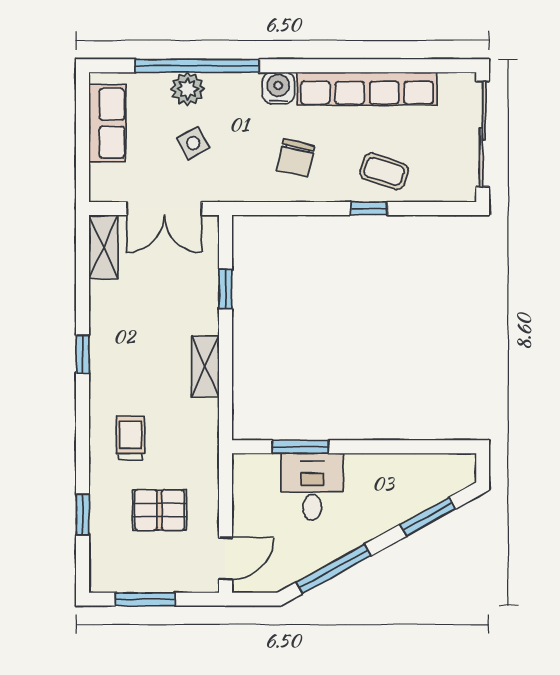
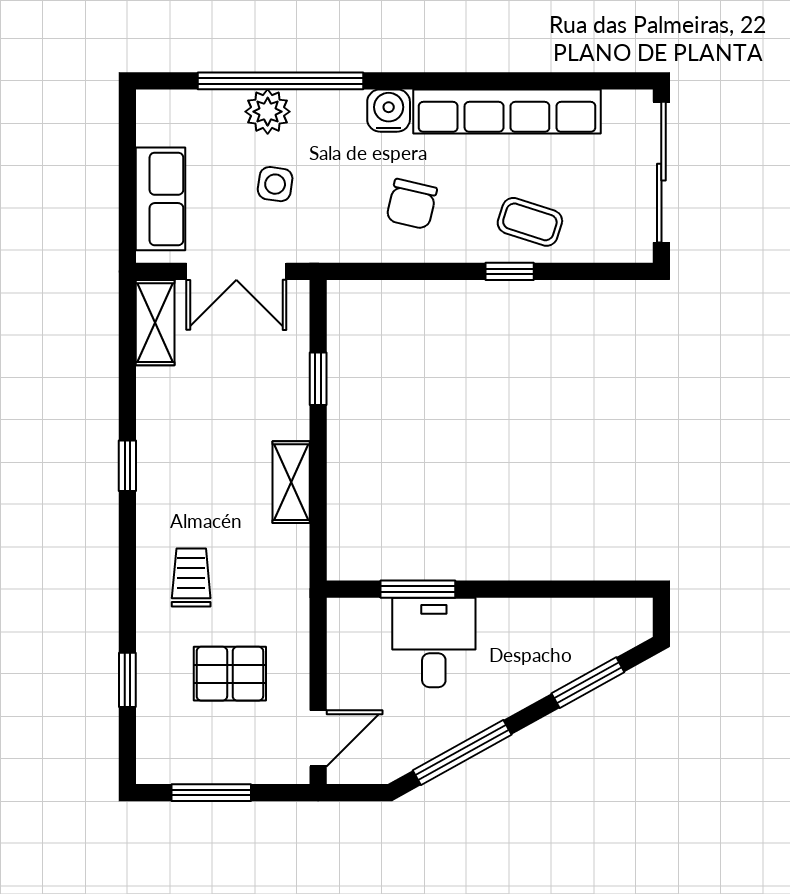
row of seats: (107, 123) -> (161, 199), moved
side table: (193, 143) -> (275, 184), turned 36

